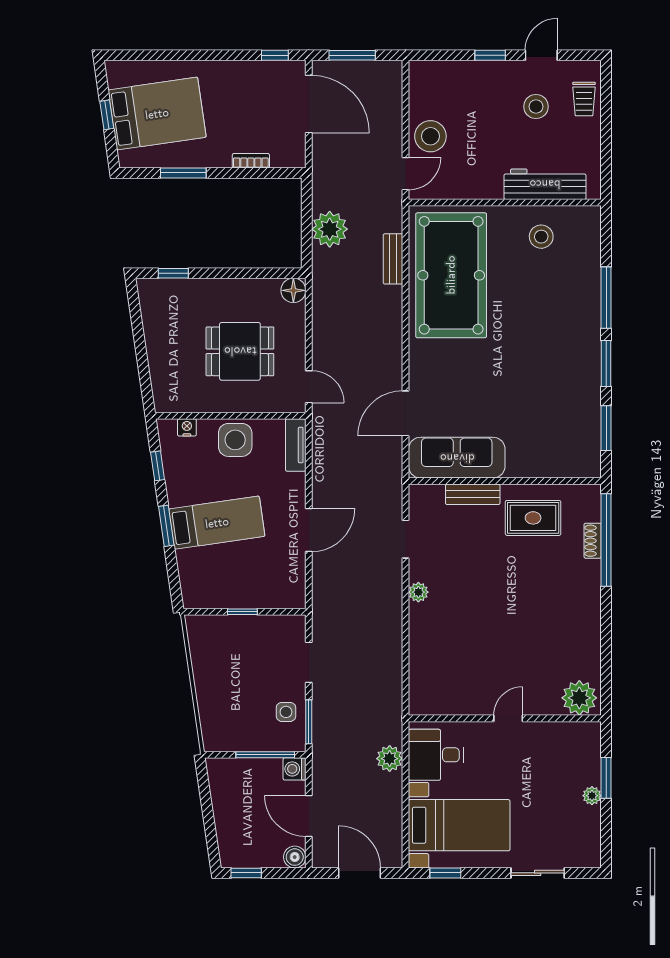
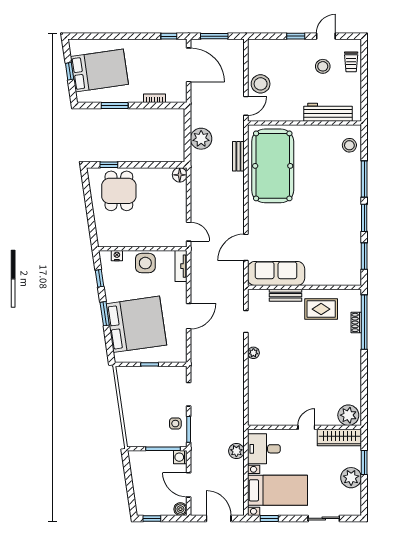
stool: (541, 237) -> (349, 145), moved
dining table: (240, 351) -> (119, 191), moved, turned 90
bed: (217, 523) -> (136, 324), width x2.04
wardrobe: (564, 736) -> (339, 438), added
plant: (592, 796) -> (351, 478), width x1.88, depth x1.88

